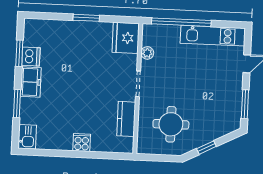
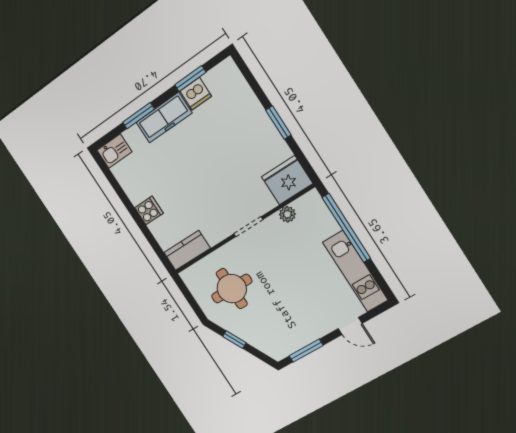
freezer: (31, 82) -> (164, 118), width x1.40
kitchen counter: (126, 119) -> (187, 250), moved

